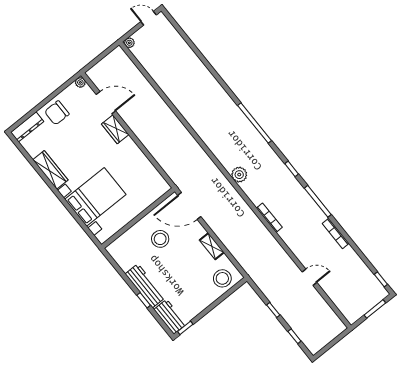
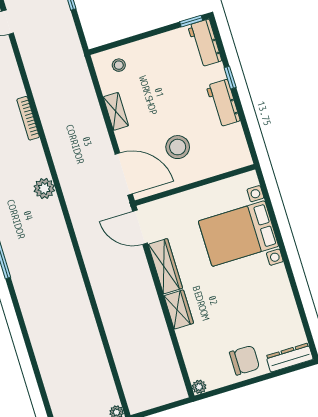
door: (106, 103) -> (140, 227), moved
wardrobe: (50, 170) -> (165, 266), moved, turned 180
stool: (222, 278) -> (119, 65), width x0.53, depth x0.53
workbench: (145, 286) -> (223, 103), width x0.73

